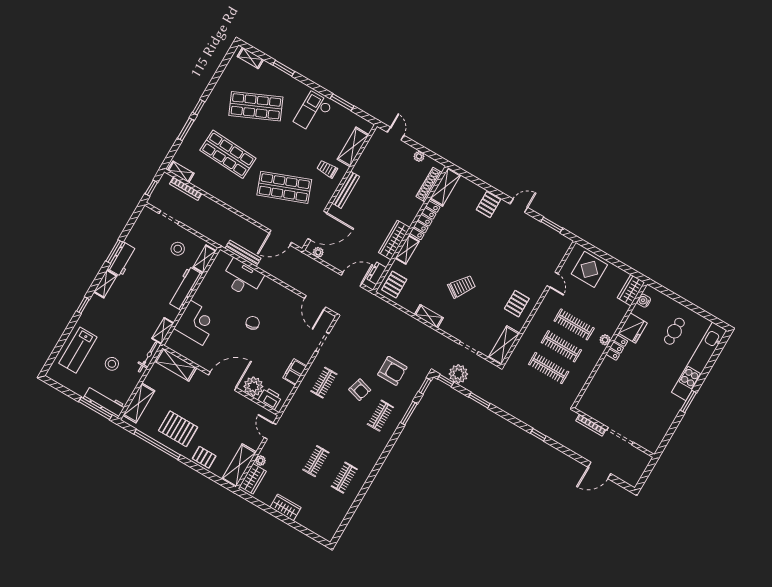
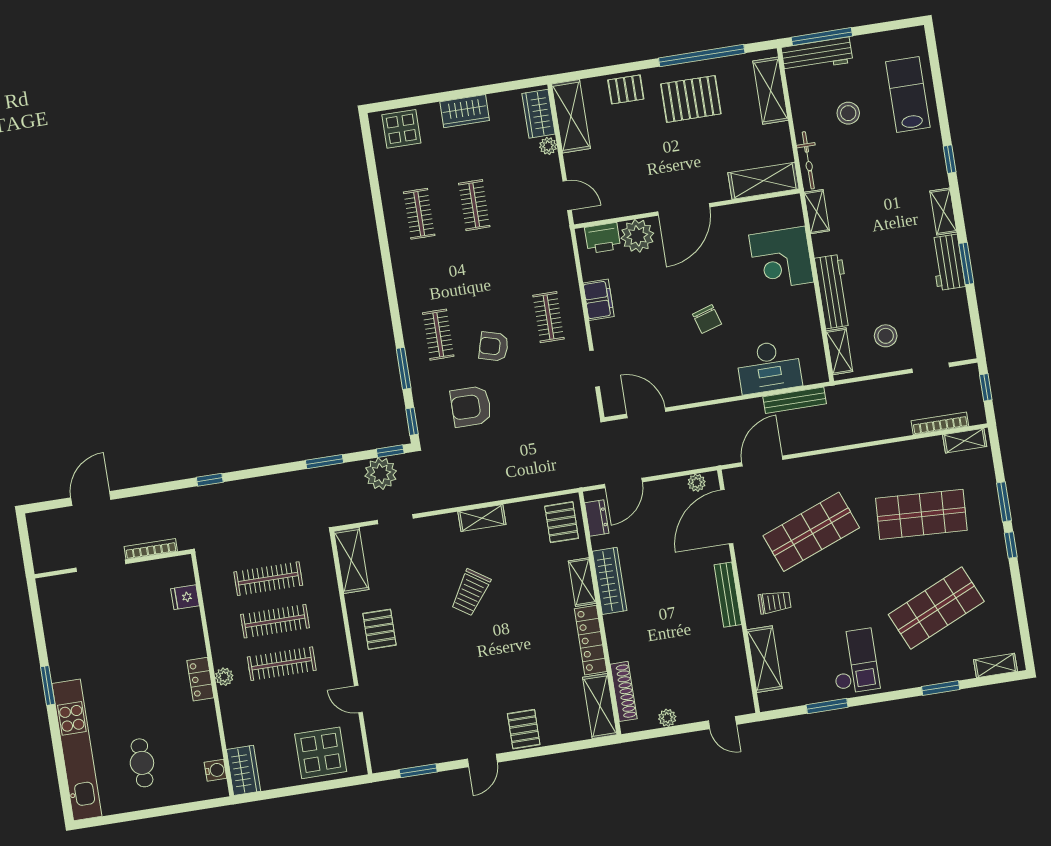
fridge: (633, 328) -> (185, 597), moved, width x0.53, depth x0.75
display table: (321, 523) -> (401, 129), added

